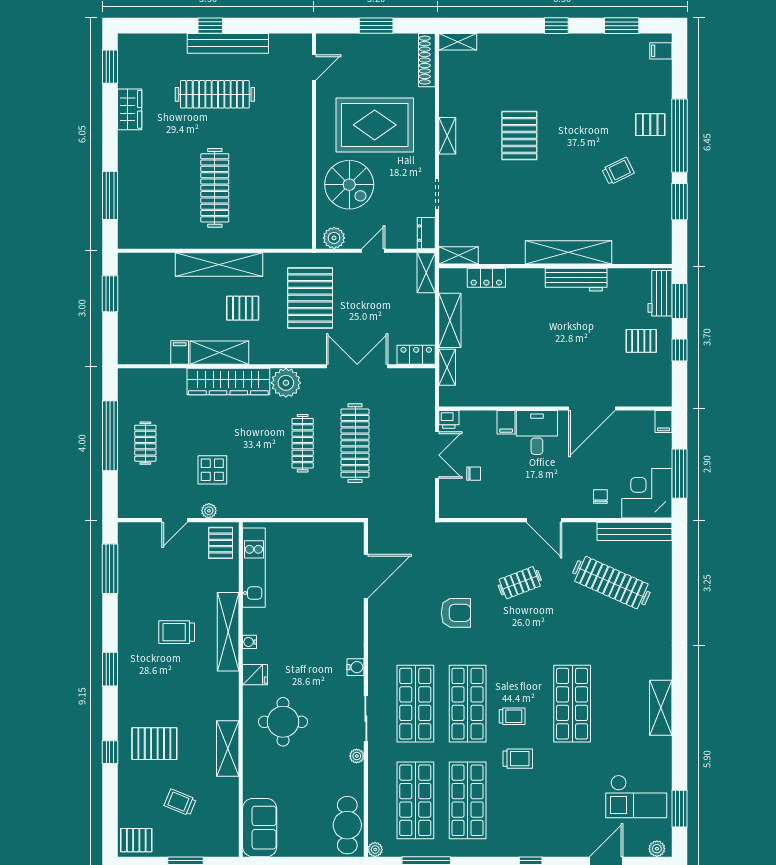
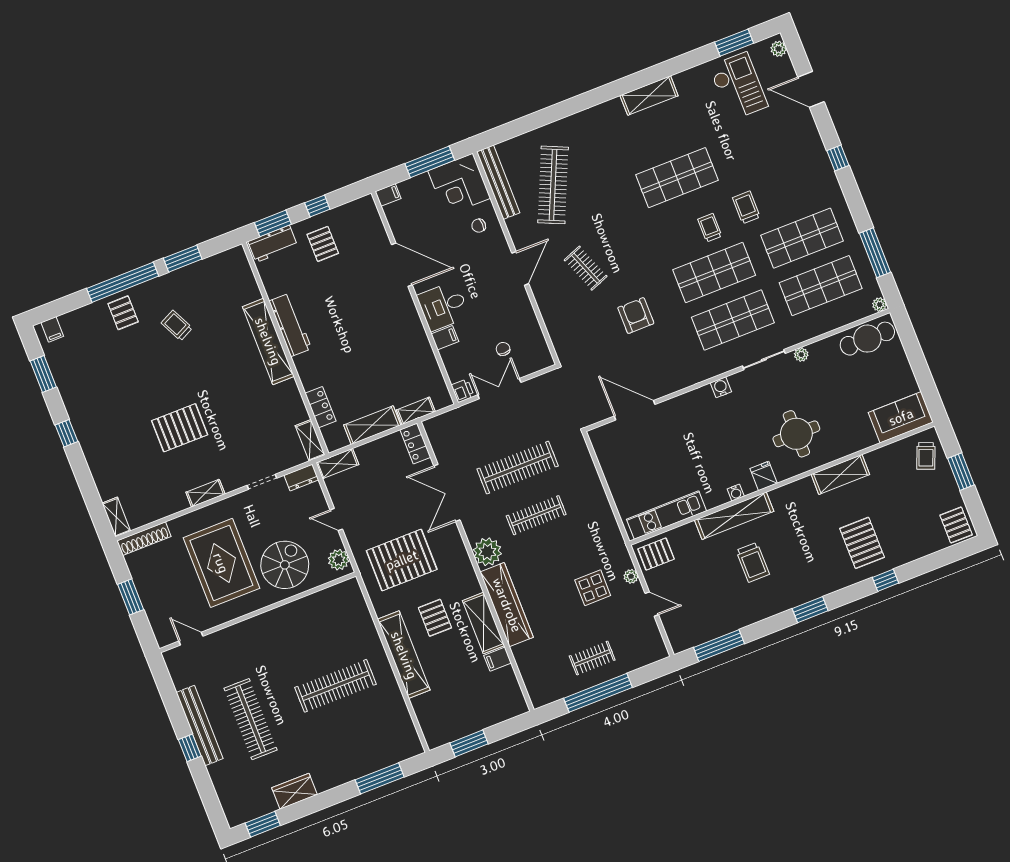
trolley: (180, 802) -> (926, 456), moved

